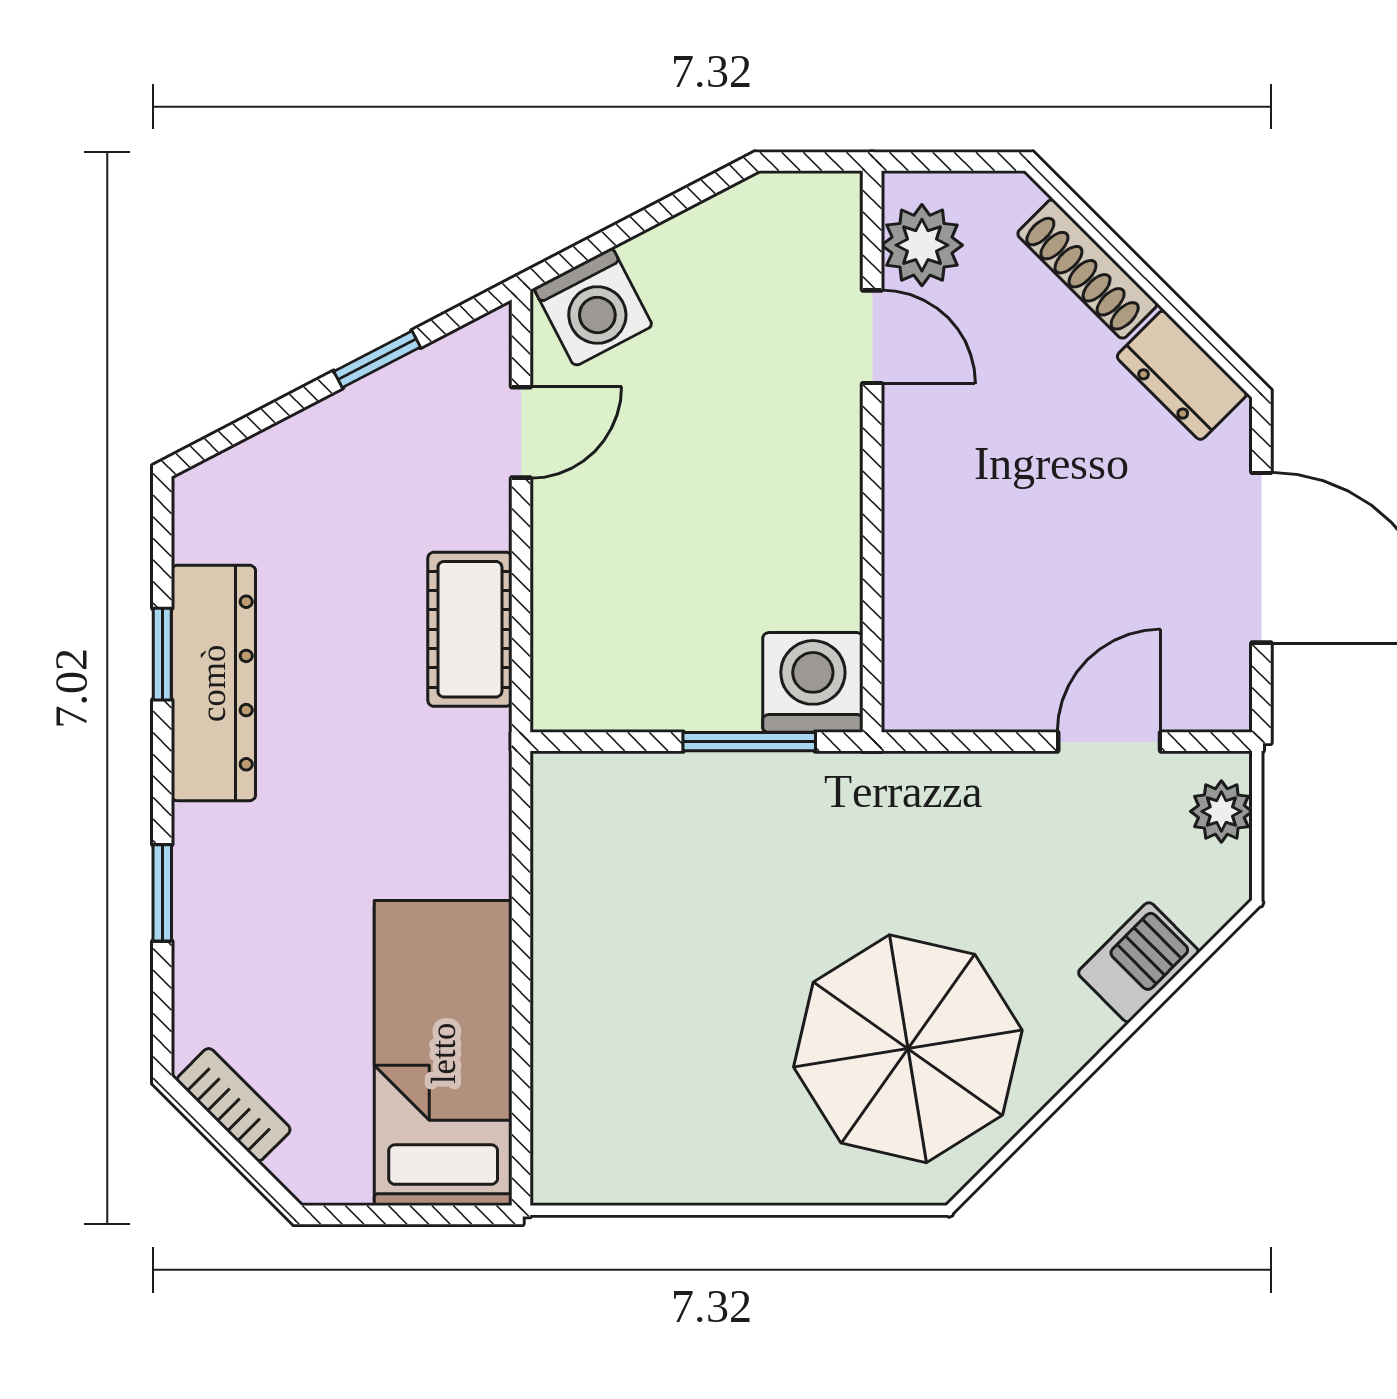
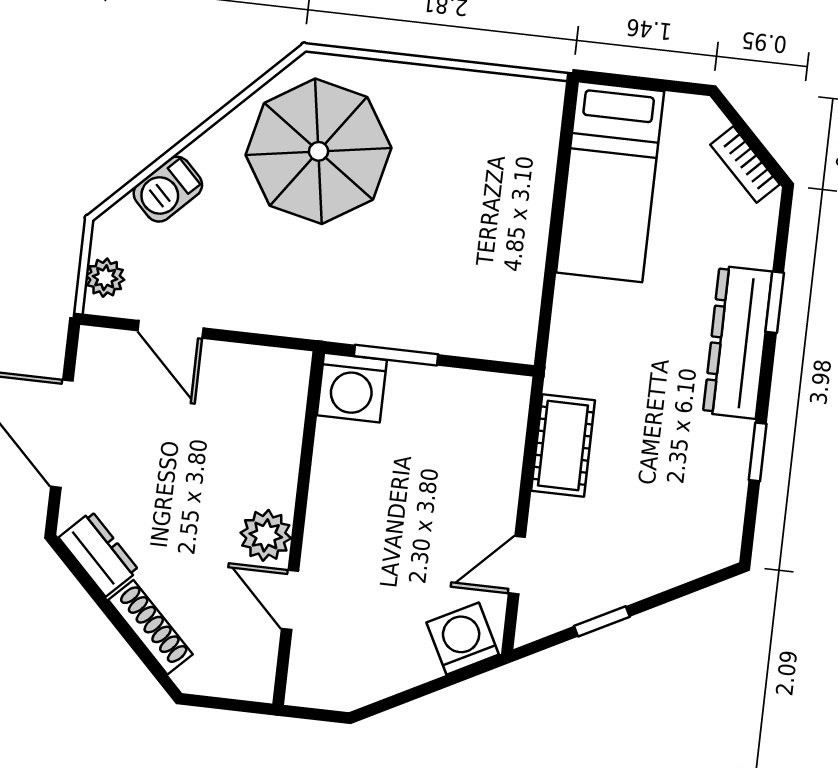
plant: (922, 245) -> (266, 535), moved
dresser: (213, 683) -> (738, 342), moved
door: (1109, 742) -> (170, 329), hinge flipped

